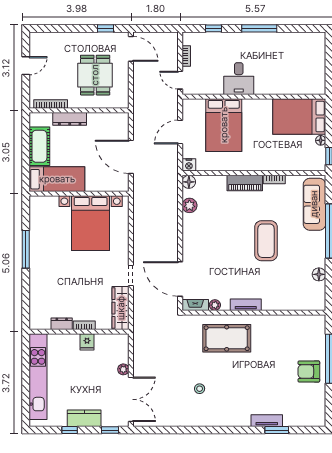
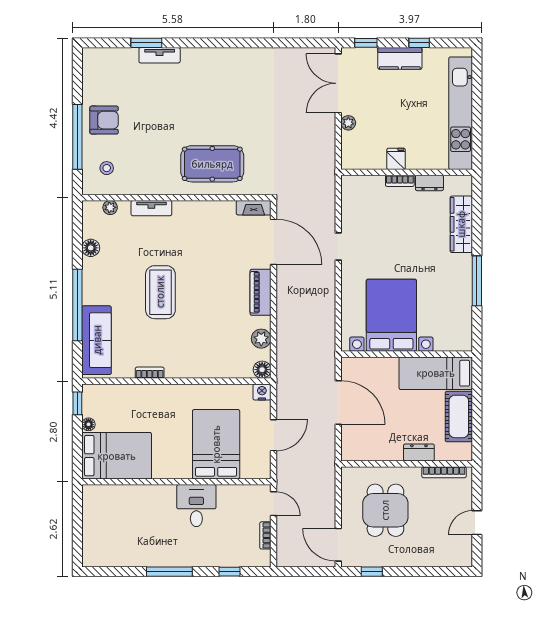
dresser: (70, 119) -> (419, 452), width x0.70
piano: (245, 183) -> (260, 292), moved, turned -90
plant: (215, 305) -> (110, 207), moved
tv unit: (246, 305) -> (151, 208), moved
wardrobe: (121, 308) -> (461, 224), moved, turned 180
stool: (200, 389) -> (107, 168), moved

